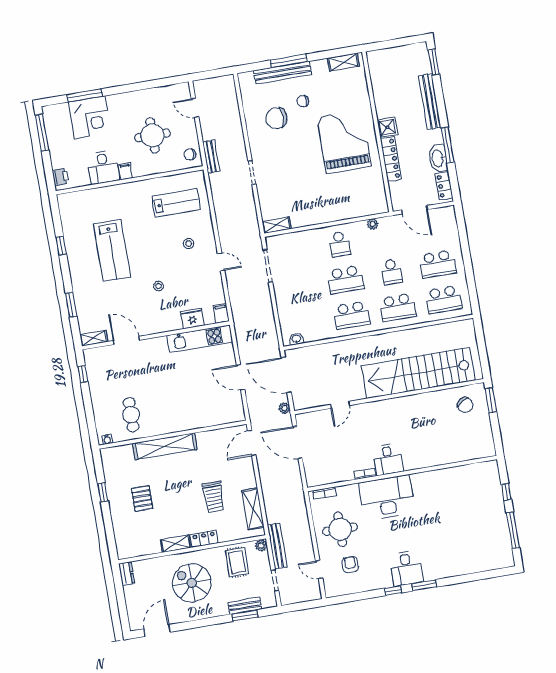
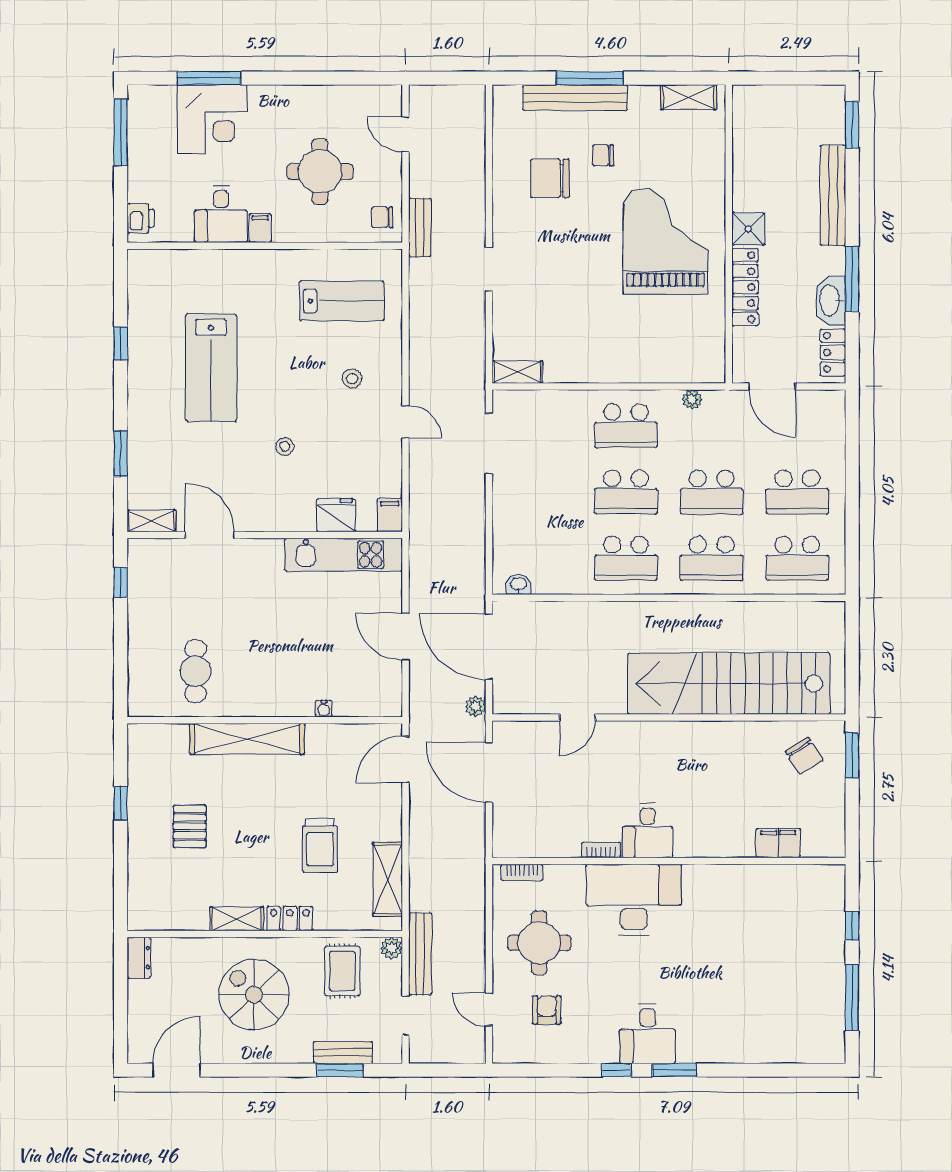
school desk: (340, 244) -> (626, 426), width x1.85
school desk: (392, 272) -> (712, 492), width x1.85
water cooler: (107, 439) -> (324, 709), moved
filing cabinet: (459, 454) -> (778, 843), added

